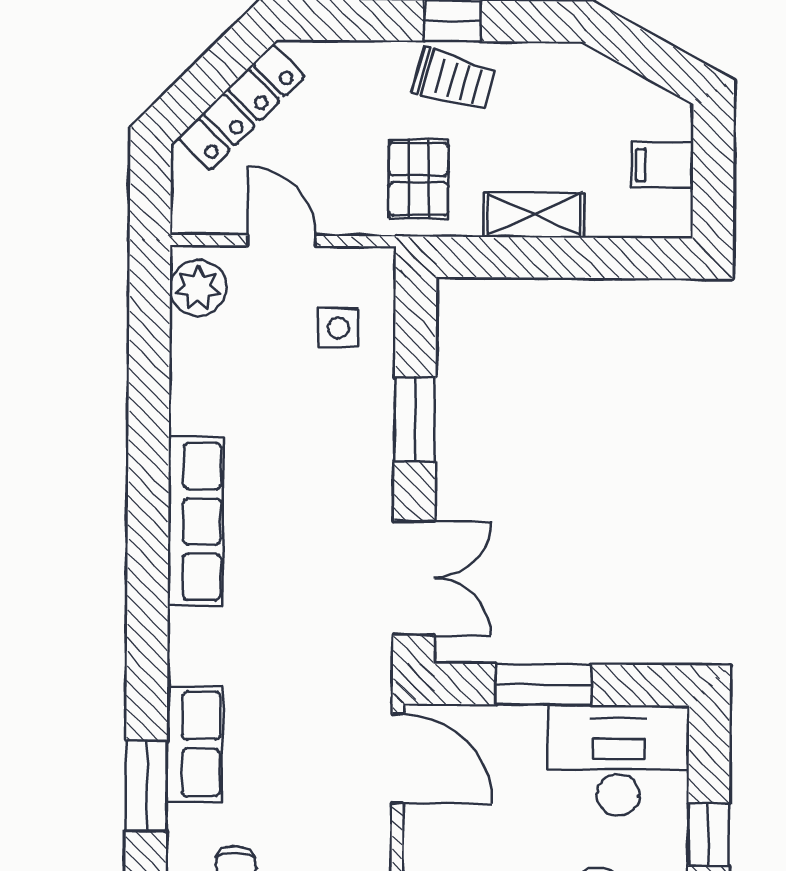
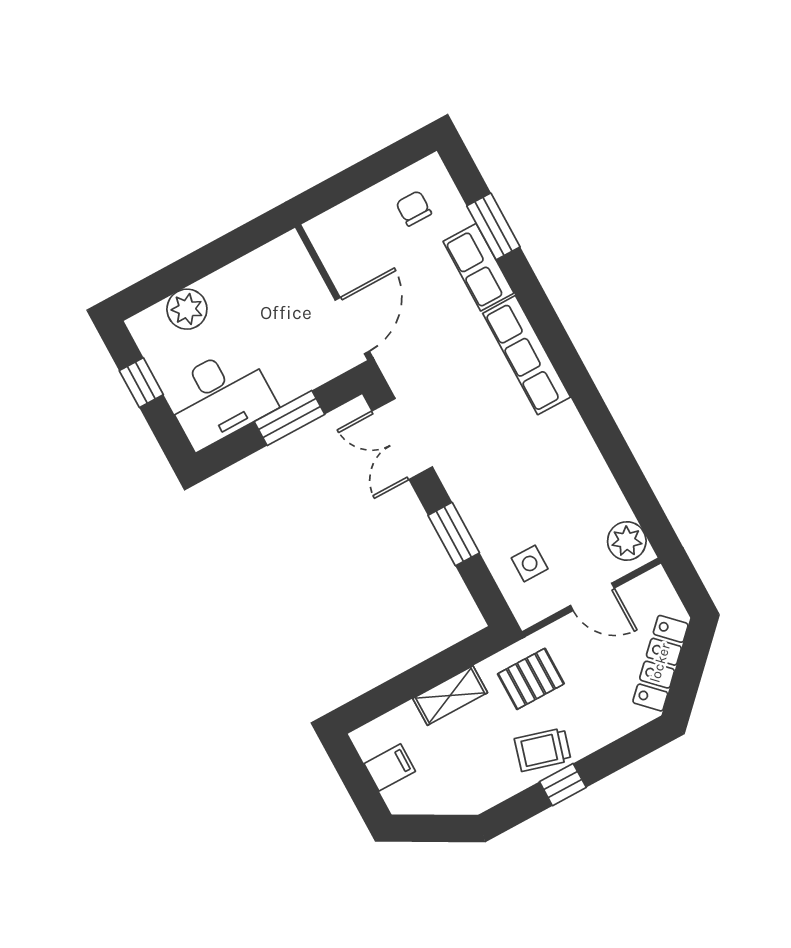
pallet: (419, 179) -> (531, 679), turned 90
row of seats: (196, 521) -> (527, 355), moved
door: (398, 759) -> (352, 326), swing flipped

